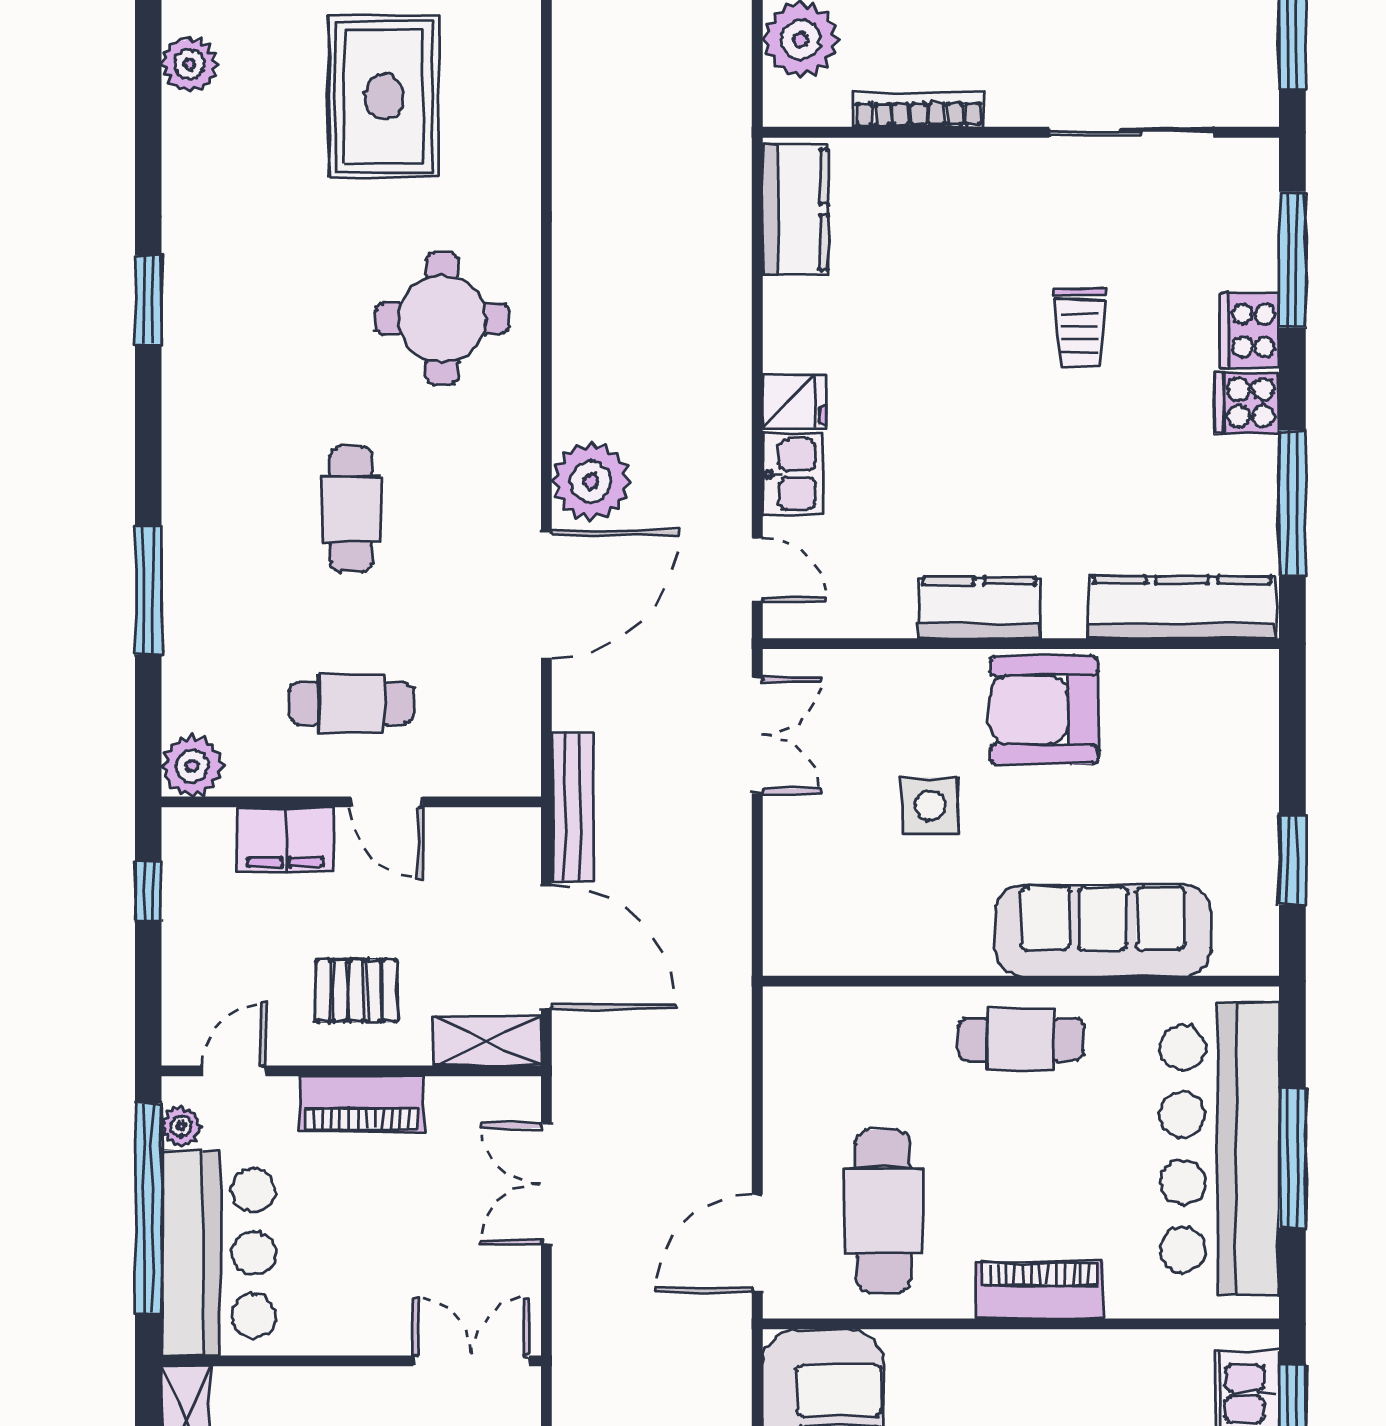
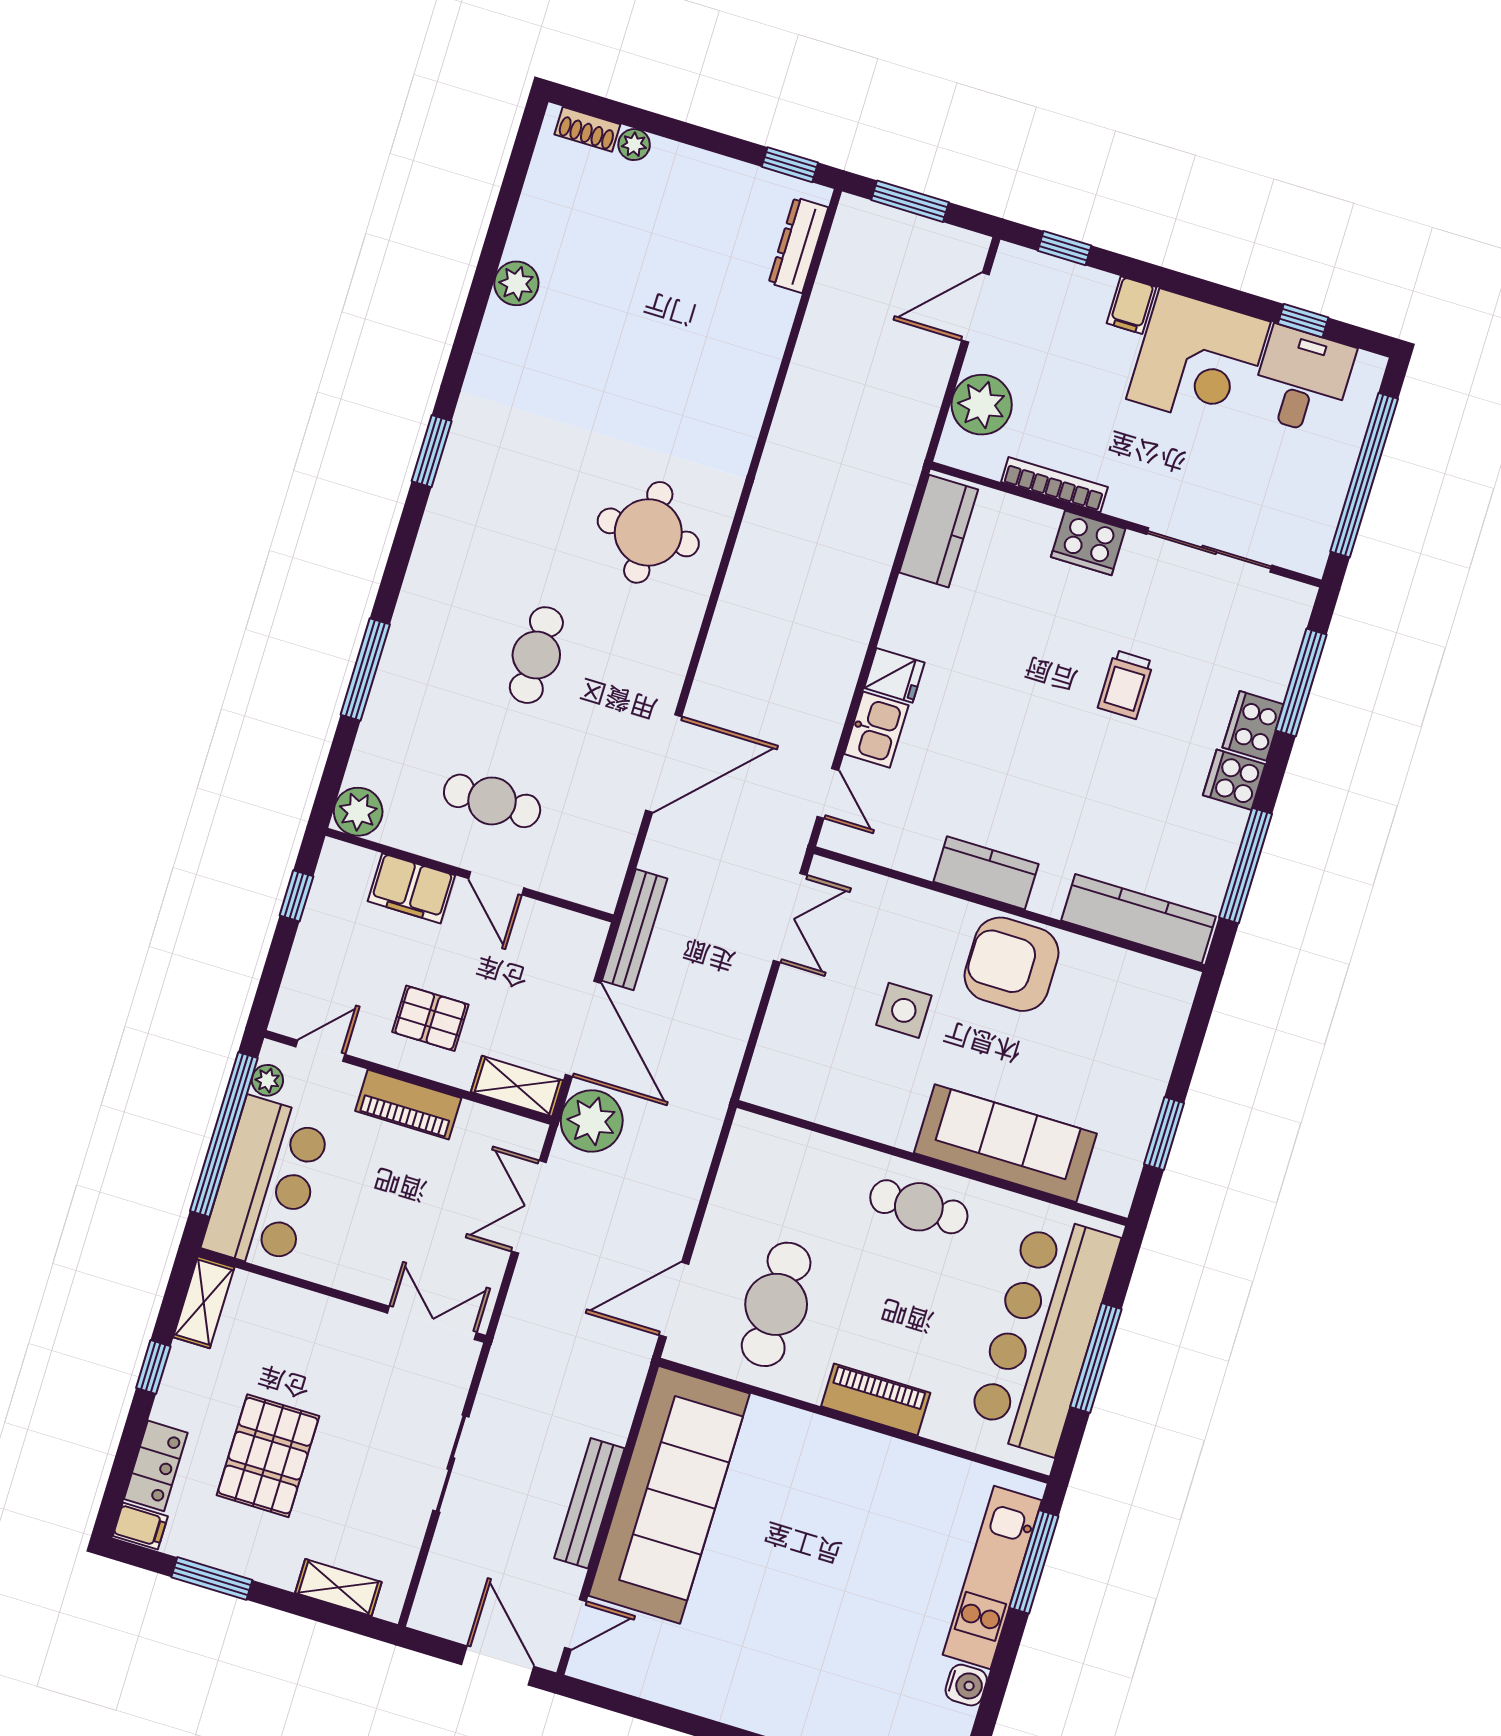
rug: (384, 97) -> (655, 352), removed
cooker: (982, 169) -> (1088, 543), added
plant: (591, 481) -> (592, 1121), moved

